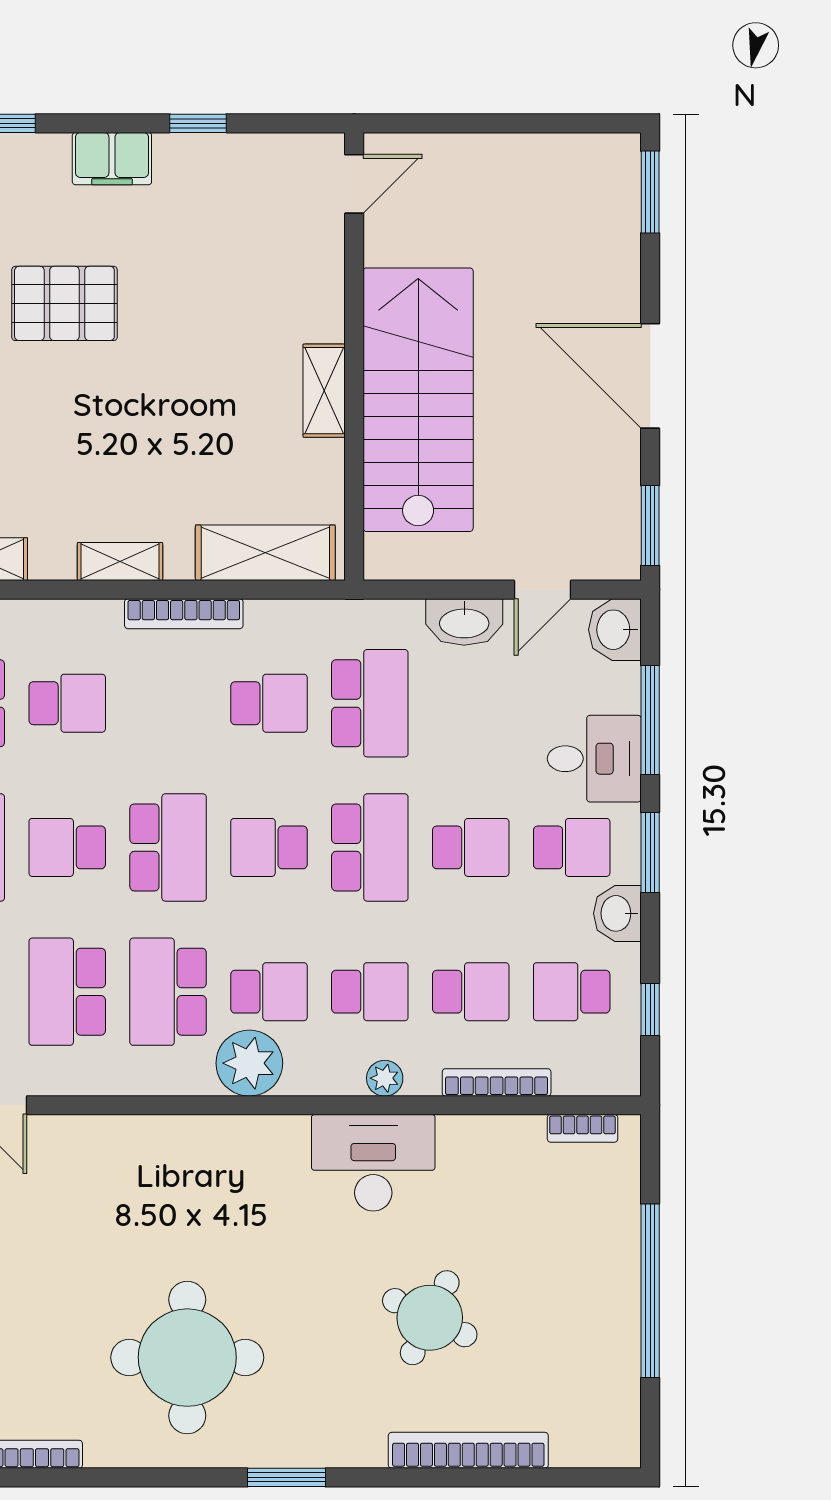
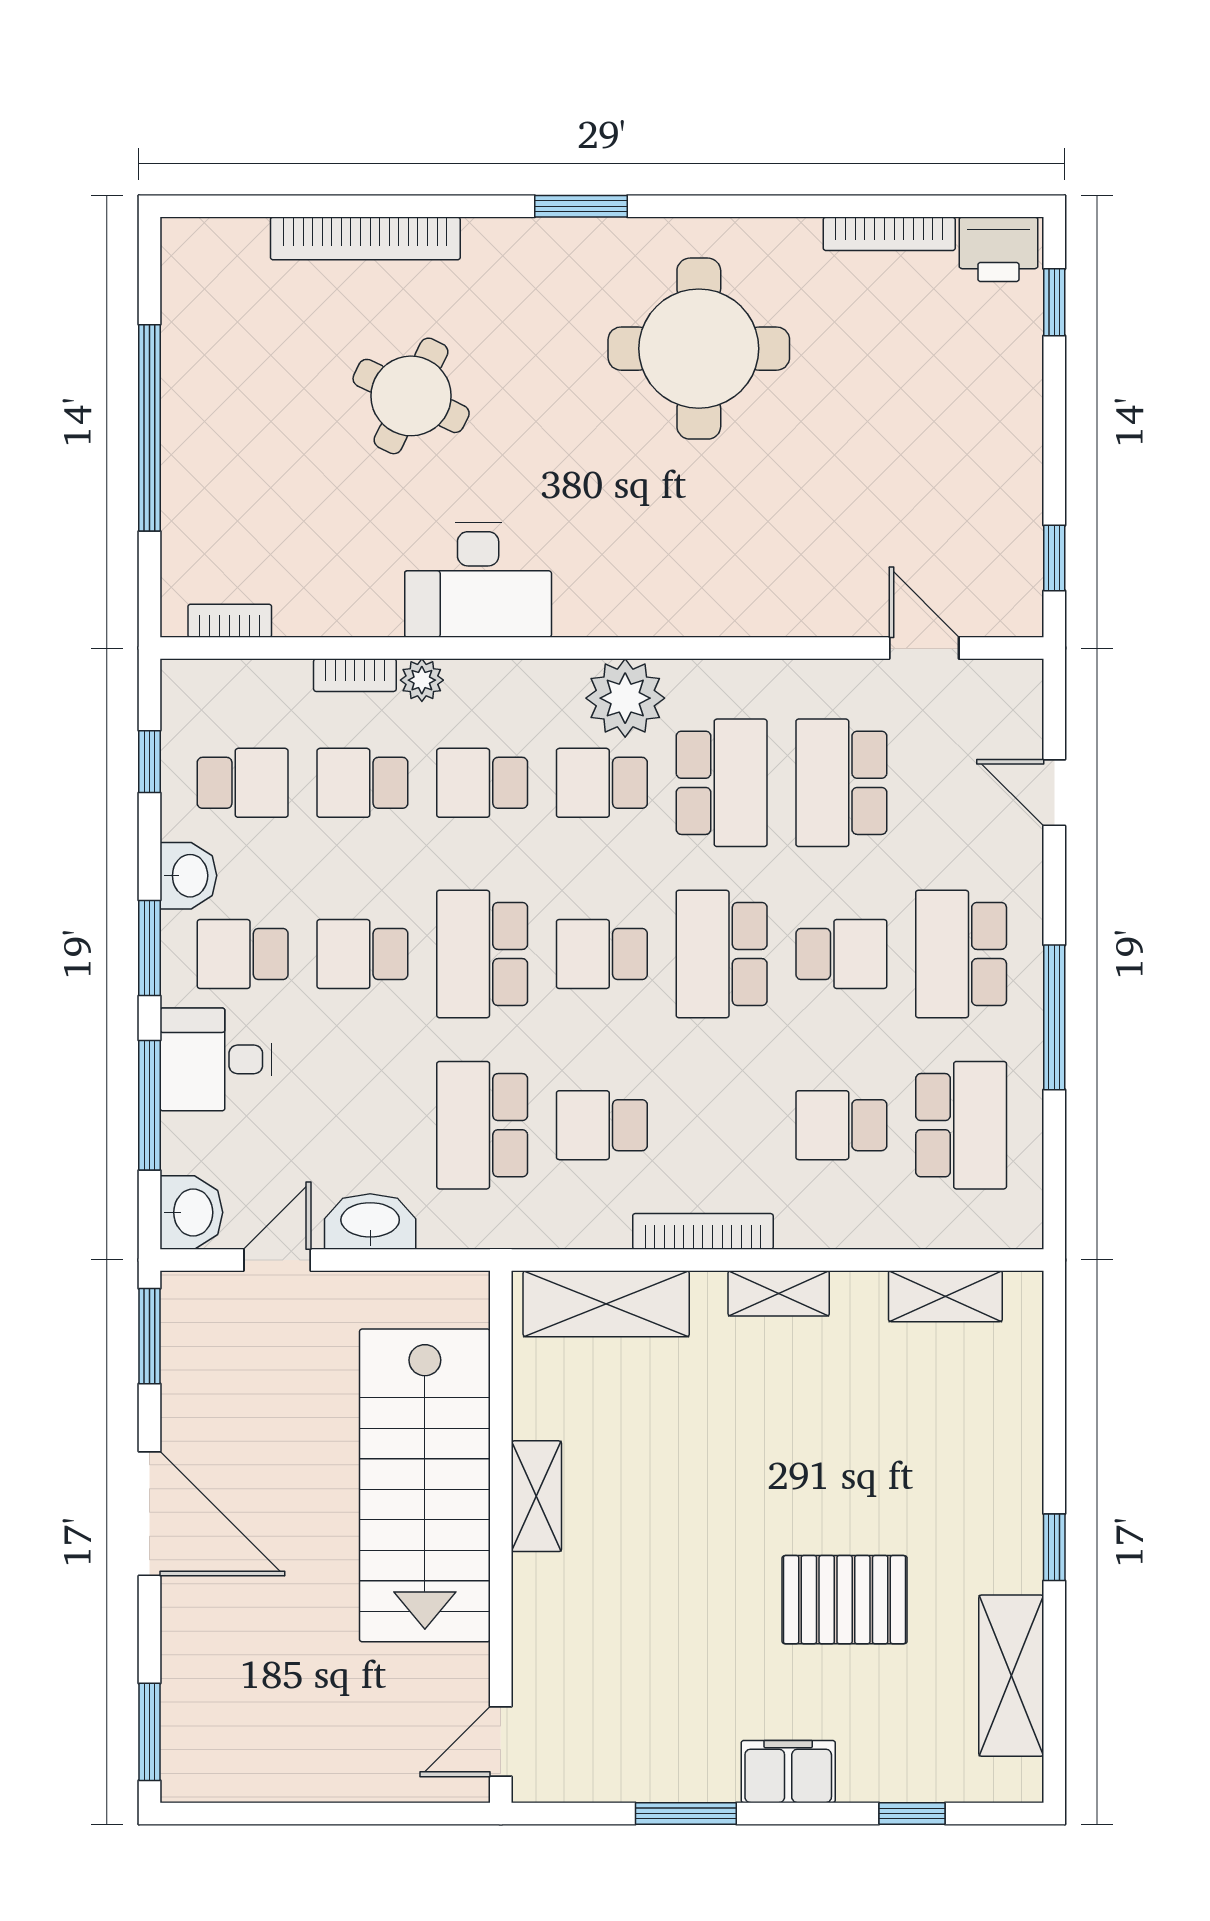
window: (198, 123) -> (686, 1813), width x1.50
school desk: (269, 847) -> (602, 954), turned 180
school desk: (67, 992) -> (841, 783), turned 180
plant: (385, 1078) -> (422, 680), moved
bookcase: (497, 1082) -> (355, 675), width x0.64

